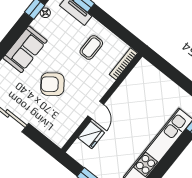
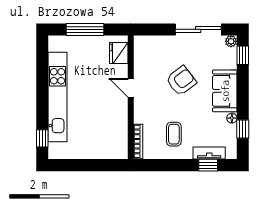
floor lamp: (45, 13) -> (232, 118), moved
fridge: (91, 135) -> (119, 53), moved

